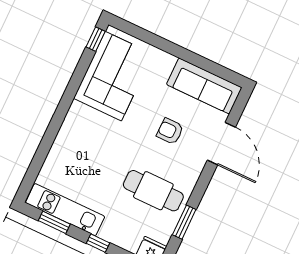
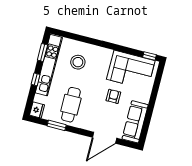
armchair: (170, 131) -> (113, 96), moved
stool: (82, 165) -> (78, 62), added
kitchen unit: (65, 210) -> (49, 65), width x1.36

